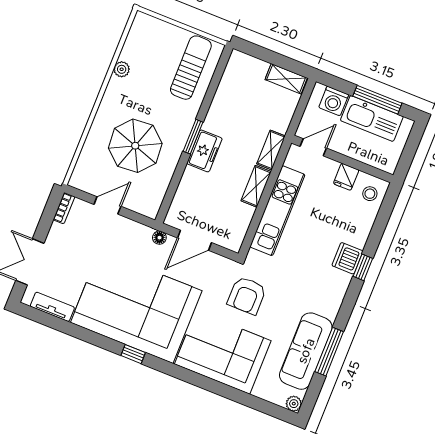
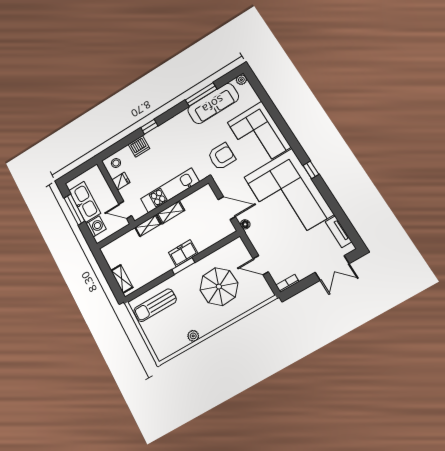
shelving: (286, 79) -> (122, 279), moved
dishwasher: (347, 258) -> (139, 146), moved

